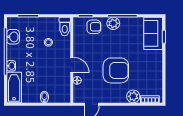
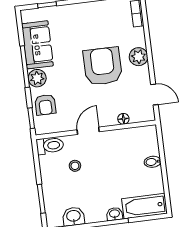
armchair: (94, 27) -> (45, 105), turned 180
sofa: (153, 33) -> (37, 45), moved, turned -90
door: (72, 65) -> (88, 131), moved
plant: (133, 96) -> (139, 57), moved

